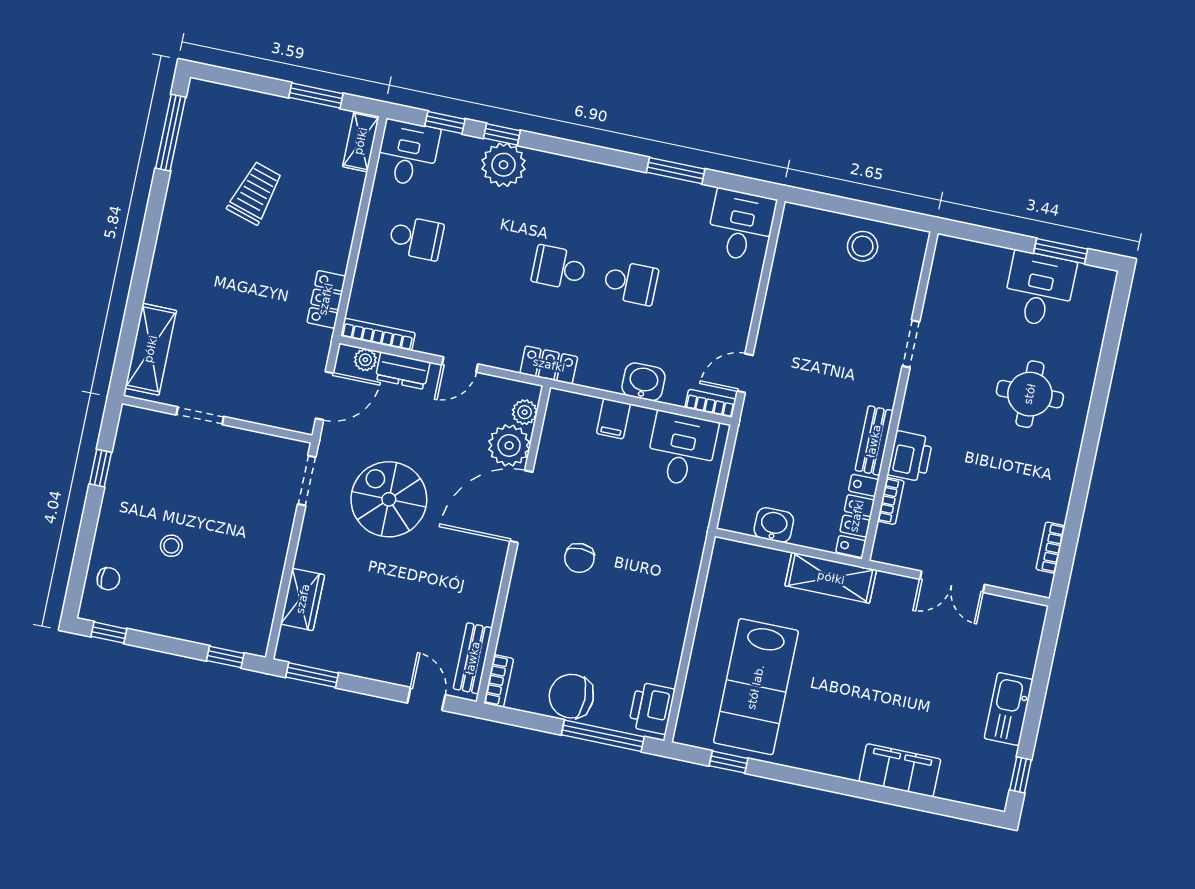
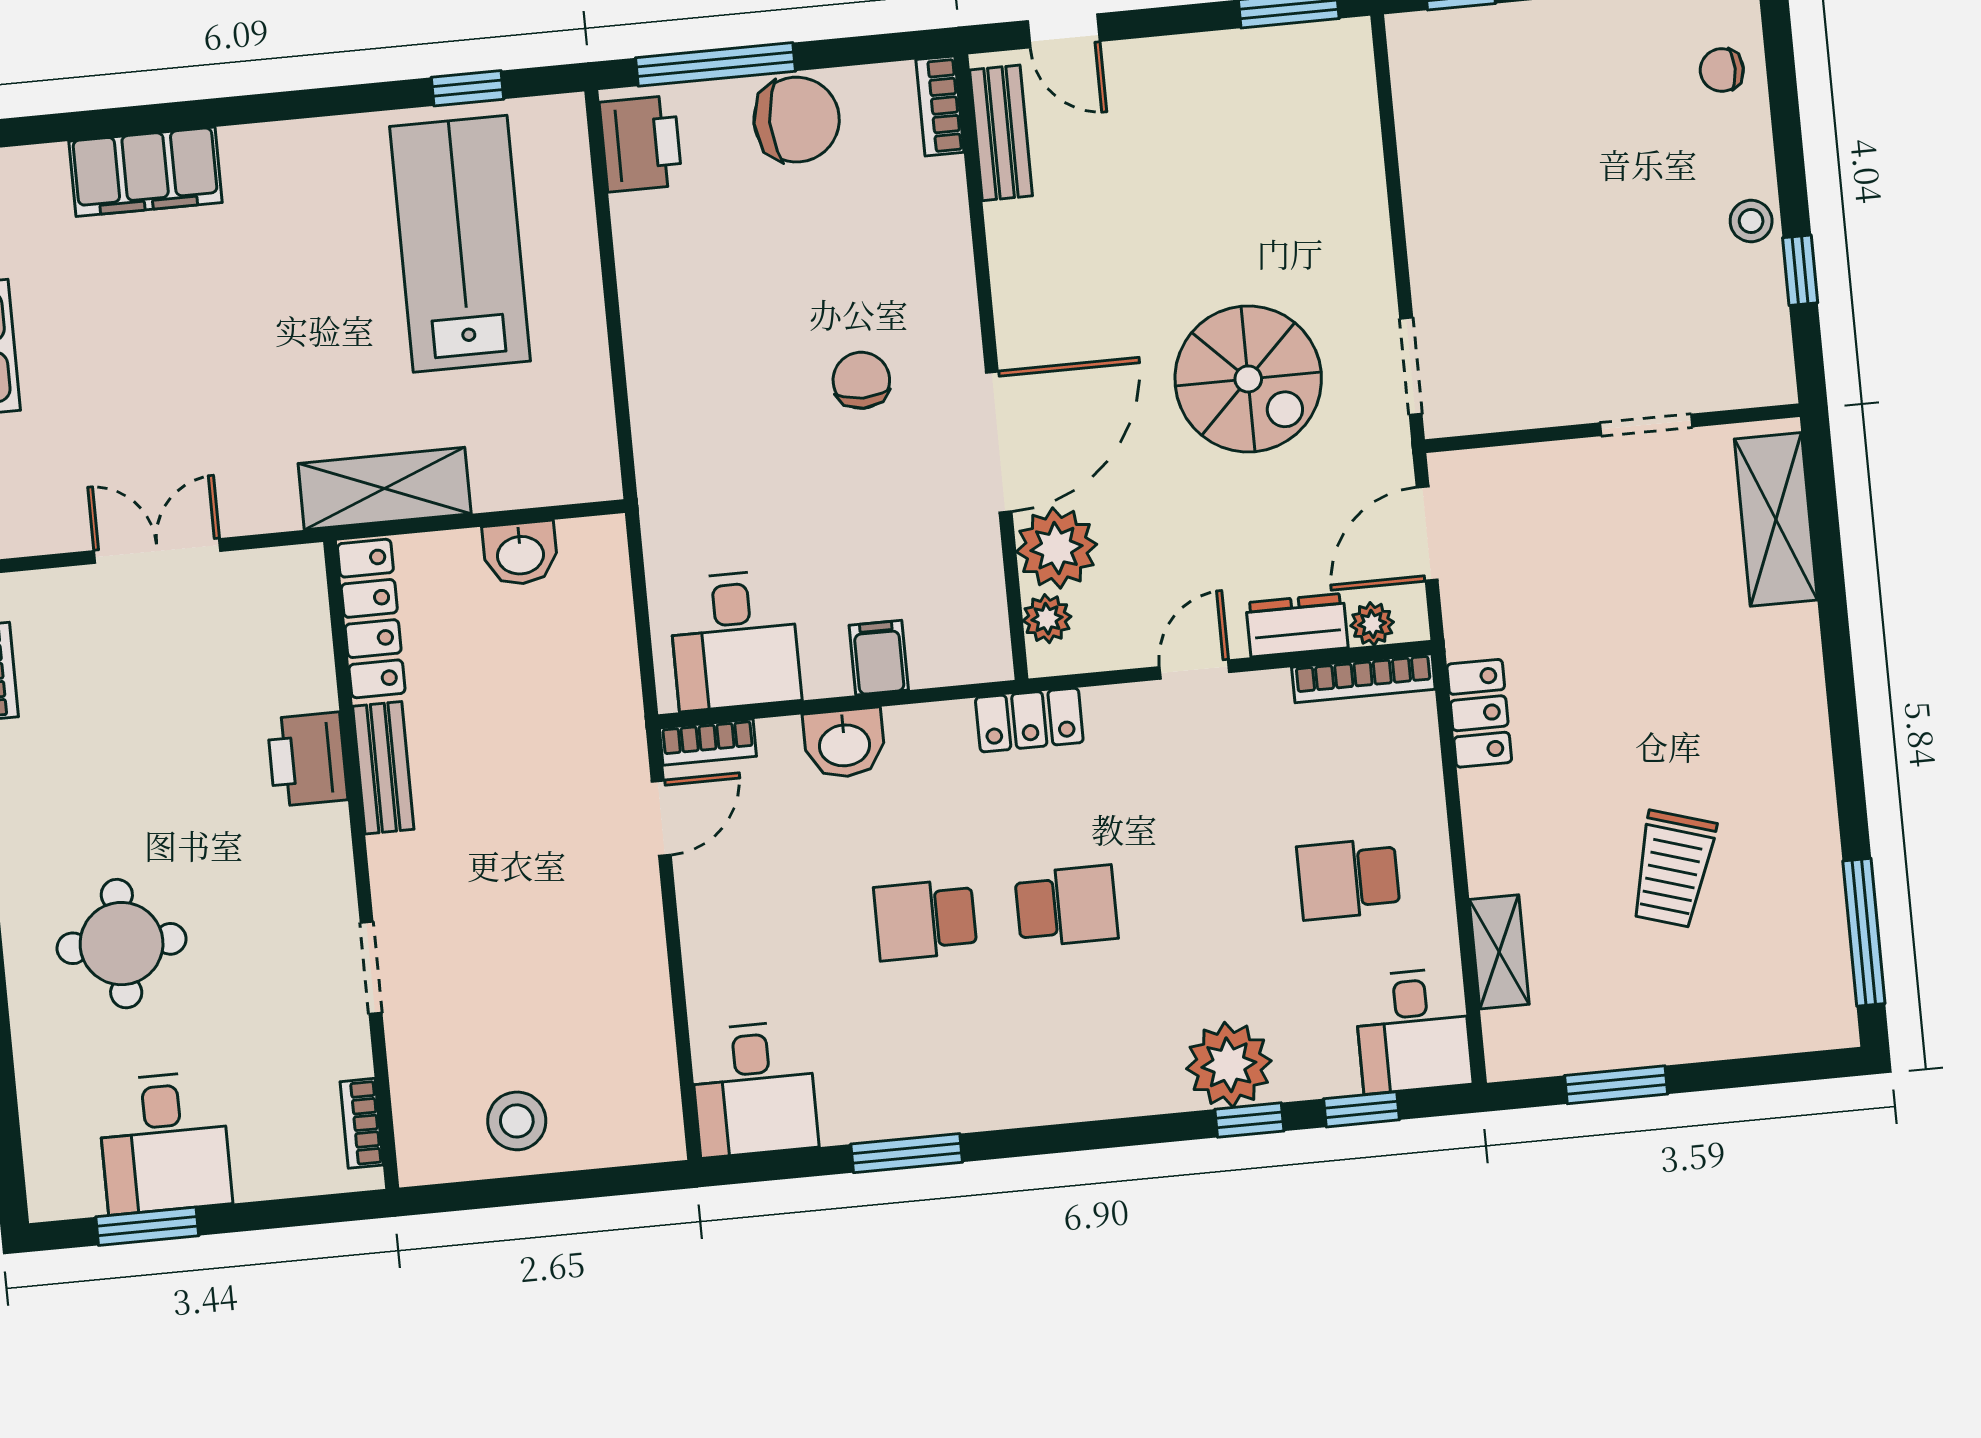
shelving: (361, 141) -> (1499, 952), moved
bookcase: (891, 501) -> (362, 1123), moved
stool: (171, 546) -> (1751, 221), moved
wardrobe: (303, 599) -> (1350, 144), removed

